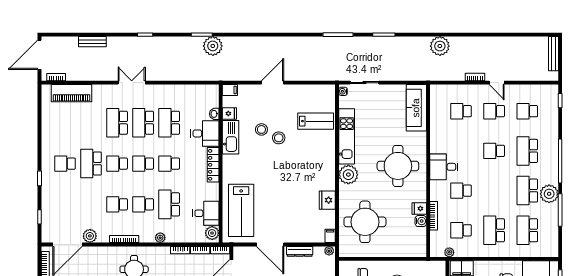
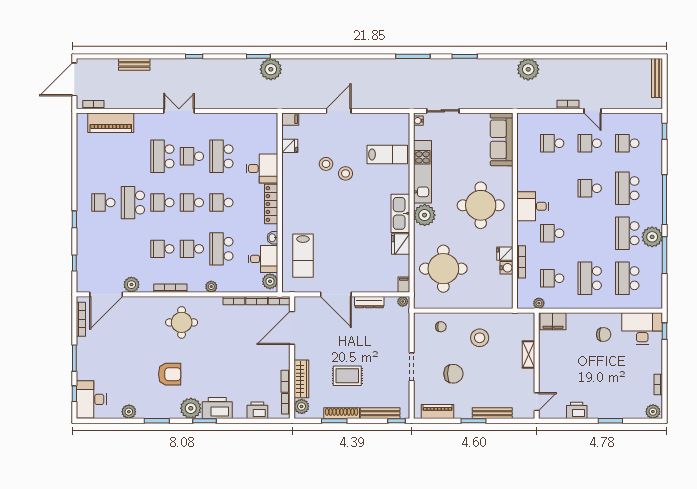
washbasin: (214, 114) -> (273, 238), moved
school desk: (143, 123) -> (192, 156), width x0.54
kitchen sink: (231, 137) -> (400, 213), moved, turned 180
lab bench: (241, 210) -> (303, 256), width x0.73, depth x0.72

